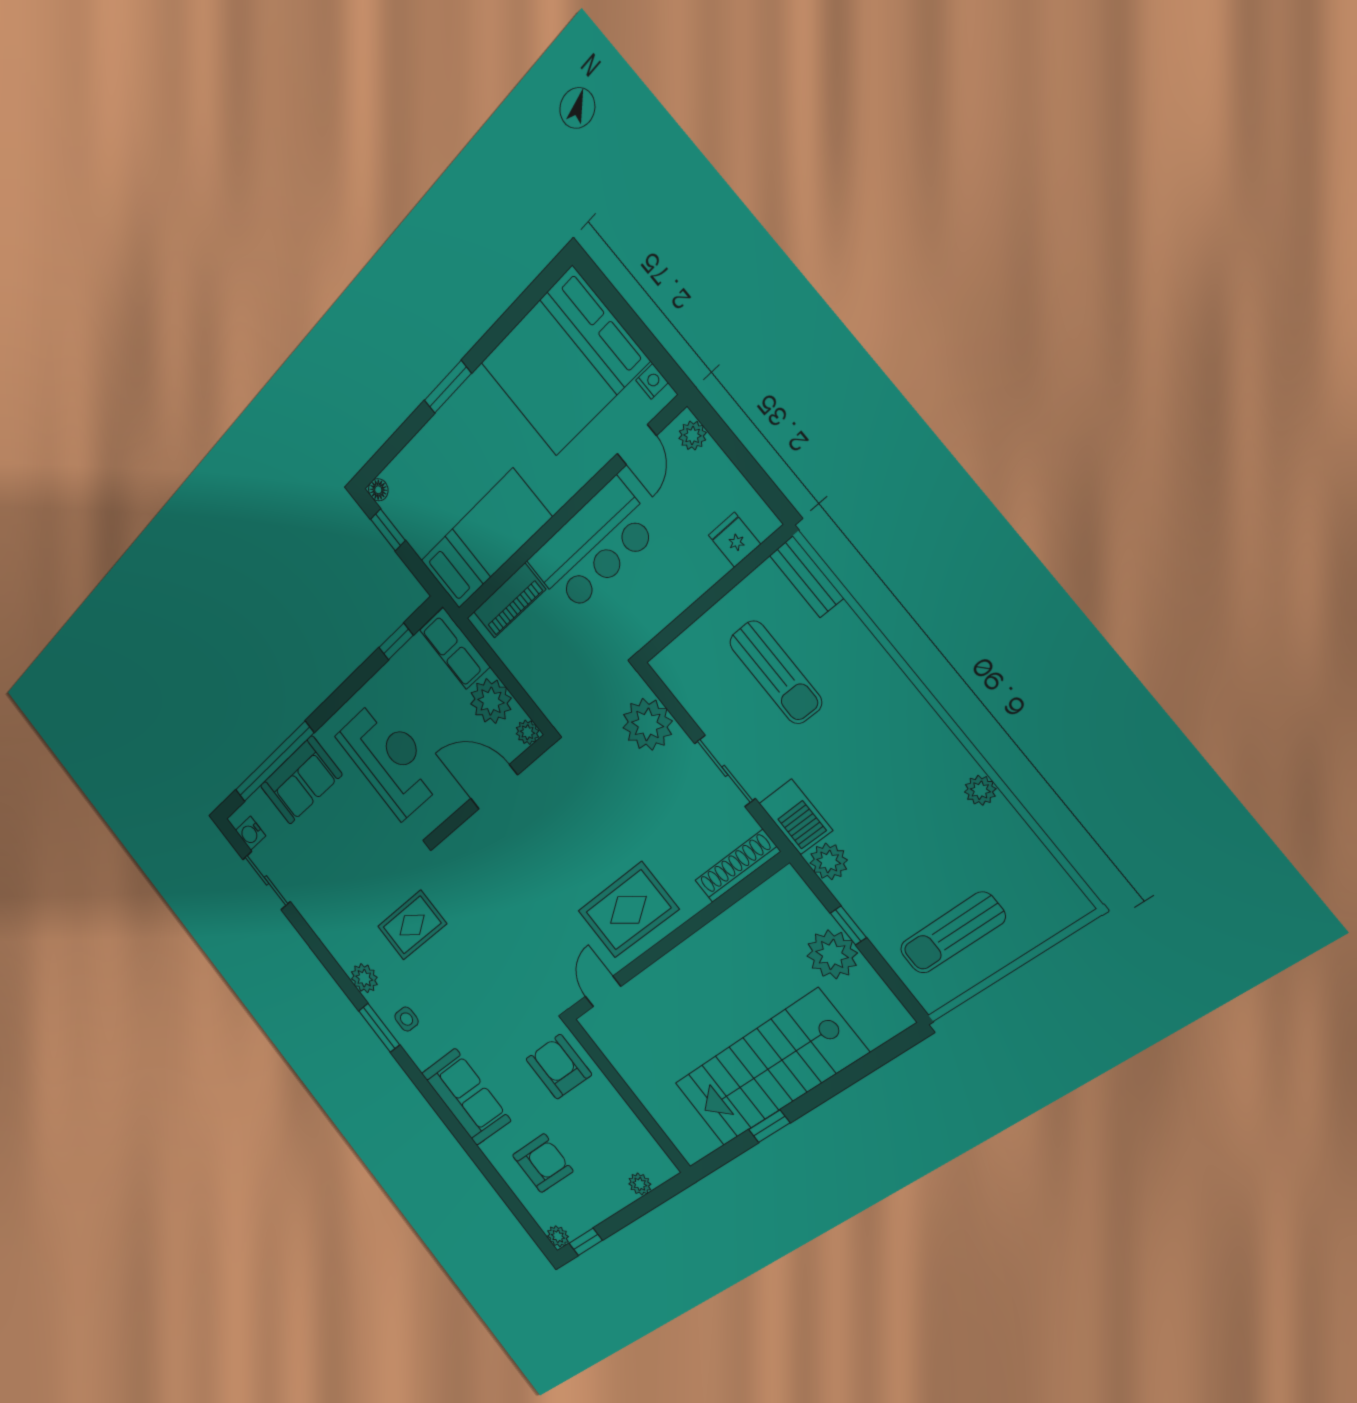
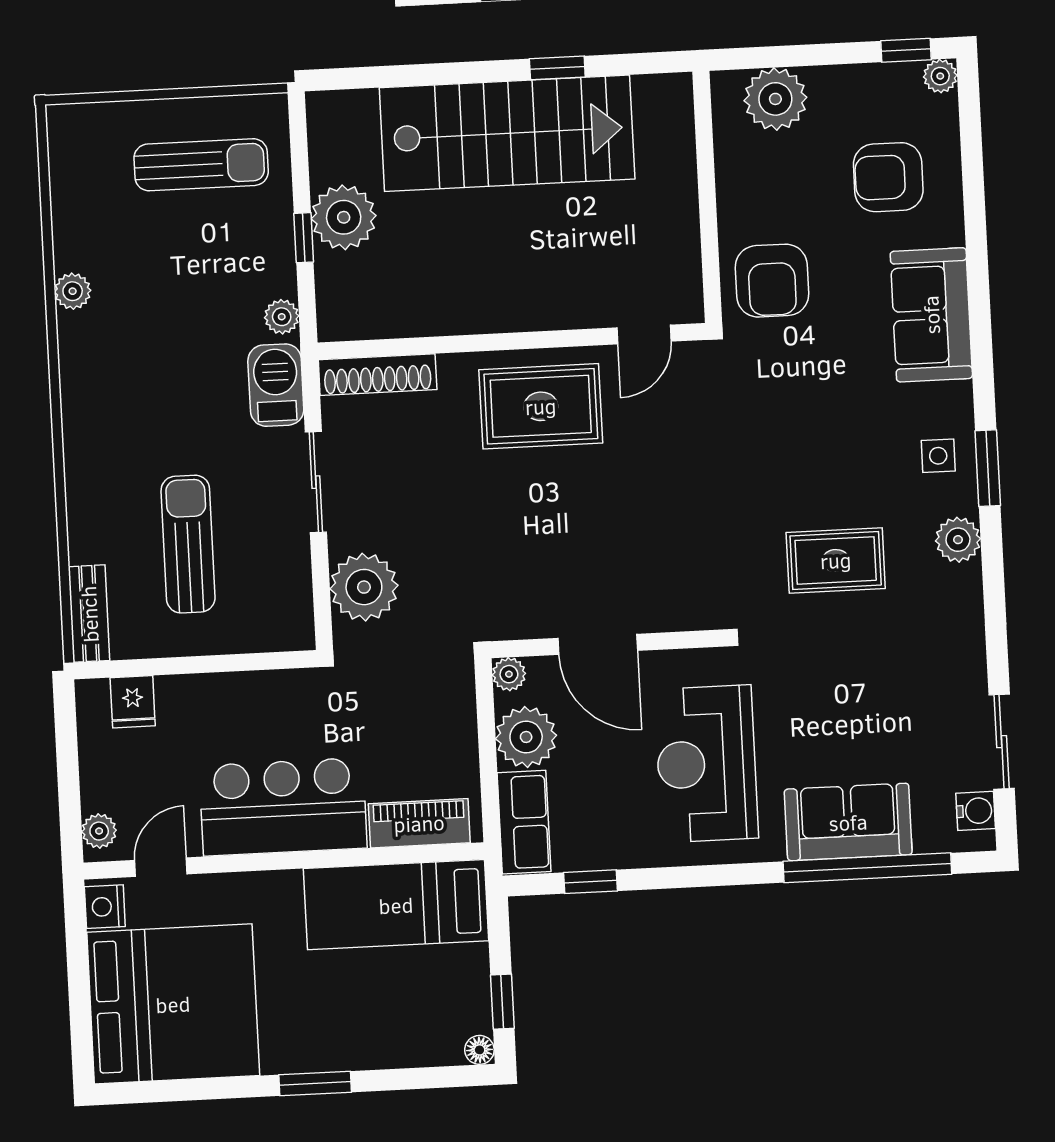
nightstand: (652, 381) -> (105, 907), width x1.39, depth x1.35
plant: (829, 862) -> (282, 317), width x0.73, depth x0.73
plant: (640, 1184) -> (775, 99), width x1.87, depth x1.87

